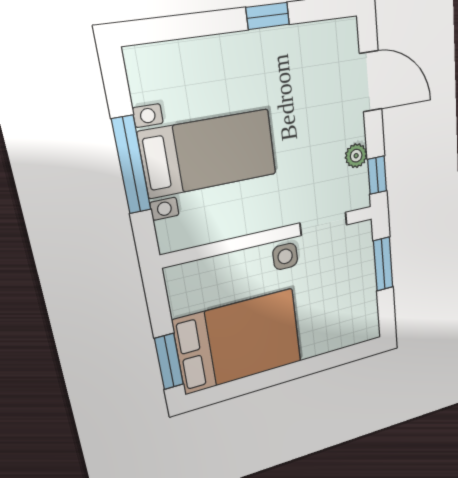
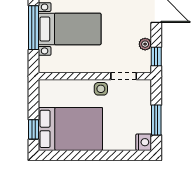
window: (383, 264) -> (156, 120), moved
nightstand: (367, 328) -> (144, 142), added
window: (169, 362) -> (33, 129), width x0.67

